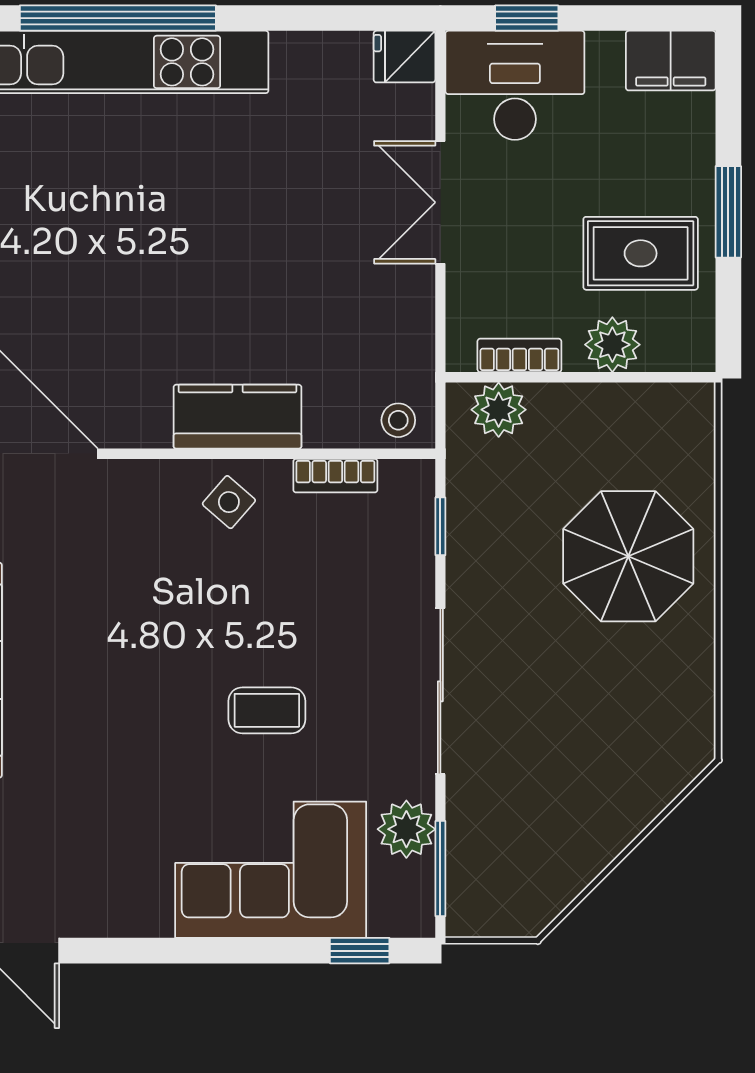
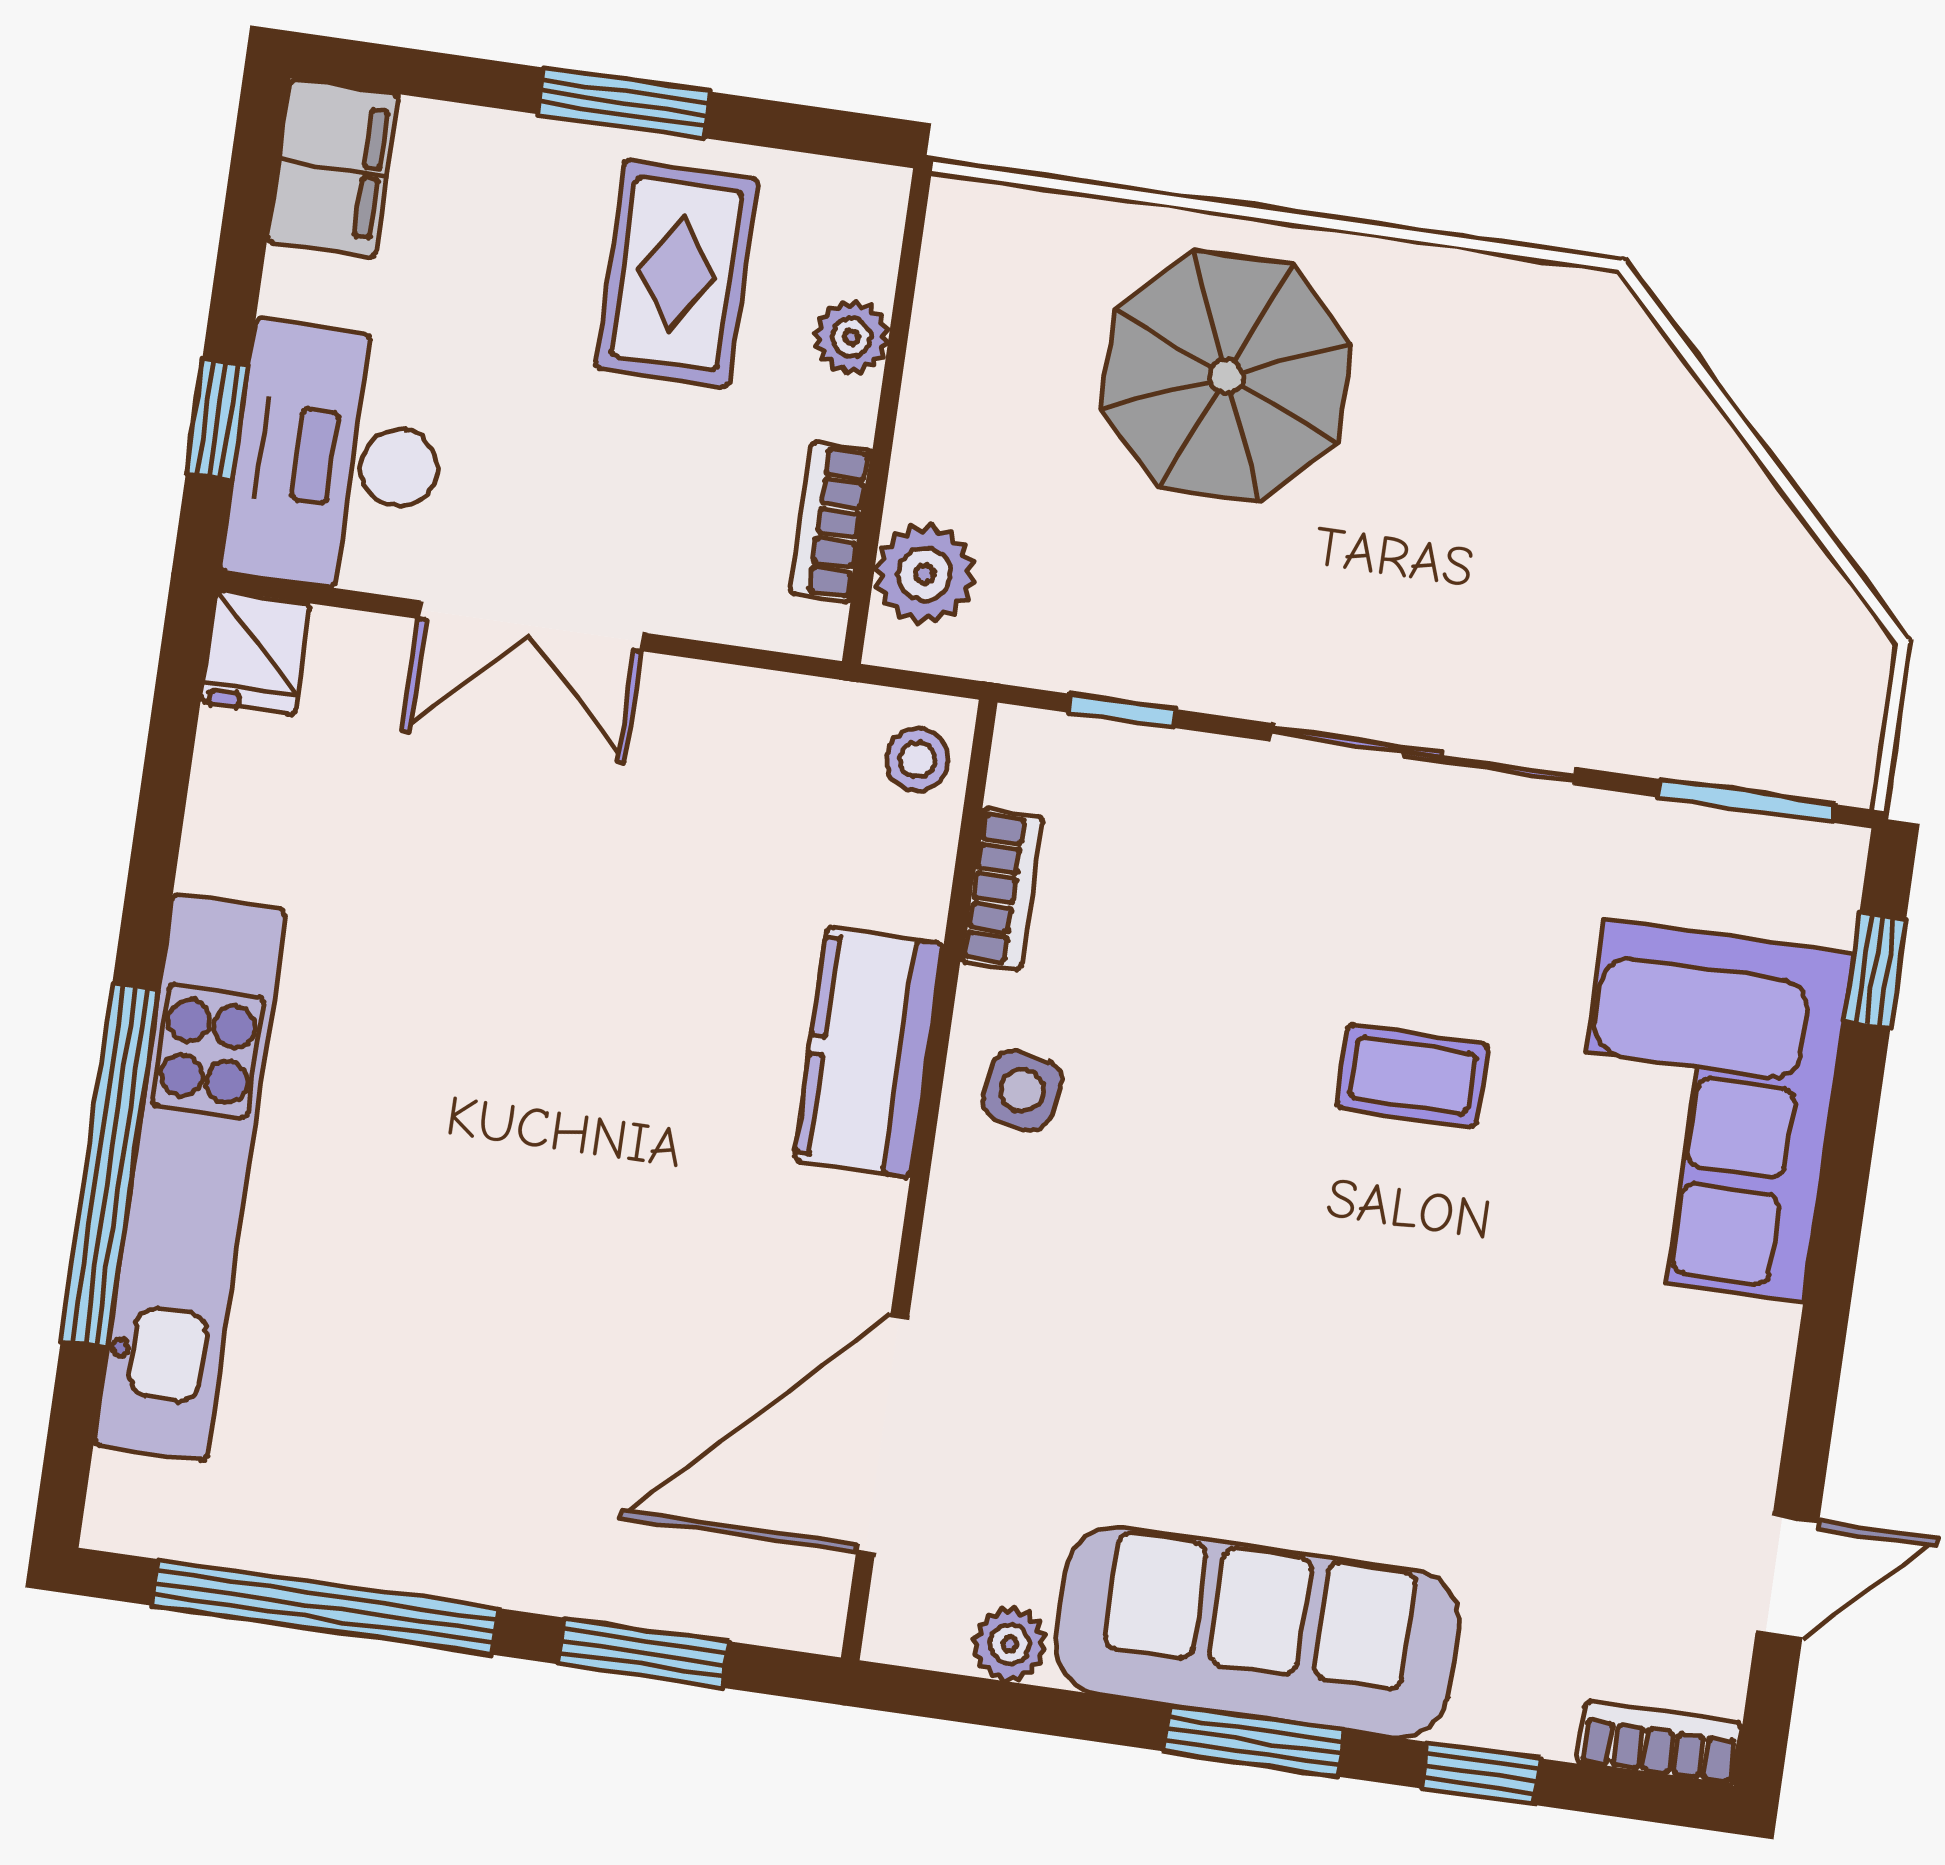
plant: (612, 345) -> (851, 337), width x0.73, depth x0.73
side table: (229, 502) -> (1022, 1090), turned -30
coffee table: (267, 710) -> (1412, 1076), turned 90
plant: (406, 829) -> (1666, 853), removed

